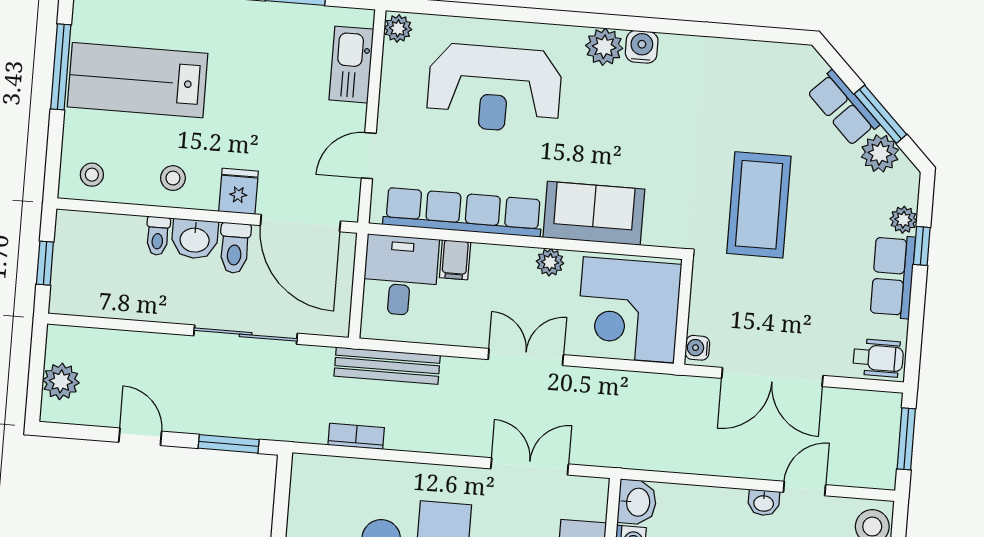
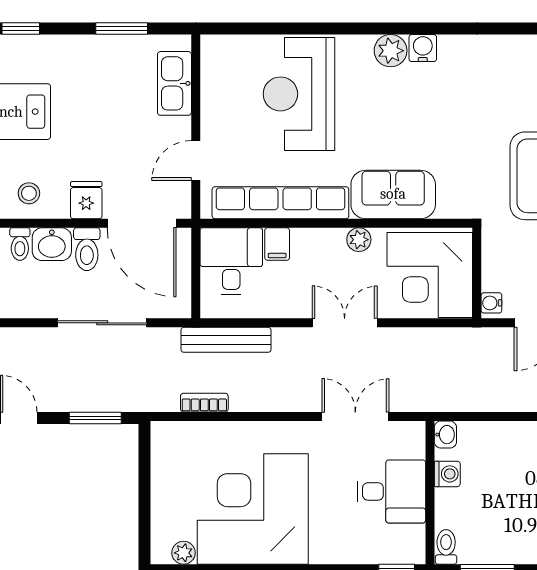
plant: (398, 28) -> (212, 49), removed
reception desk: (494, 88) -> (299, 94), turned 90
washbasin: (637, 502) -> (445, 435), width x0.72, depth x0.69

